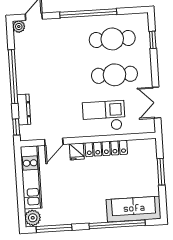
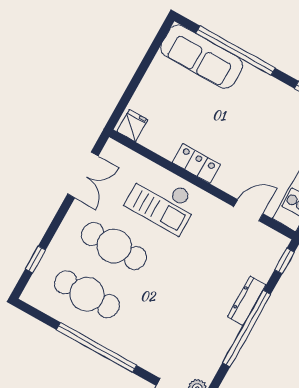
dresser: (24, 110) -> (247, 301), moved
locker: (106, 148) -> (196, 163), width x0.66
fridge: (77, 151) -> (132, 126), moved
window: (161, 172) -> (135, 82), removed

